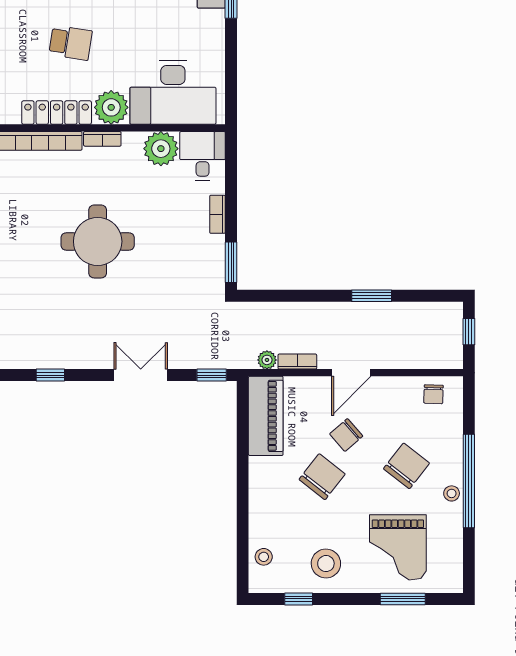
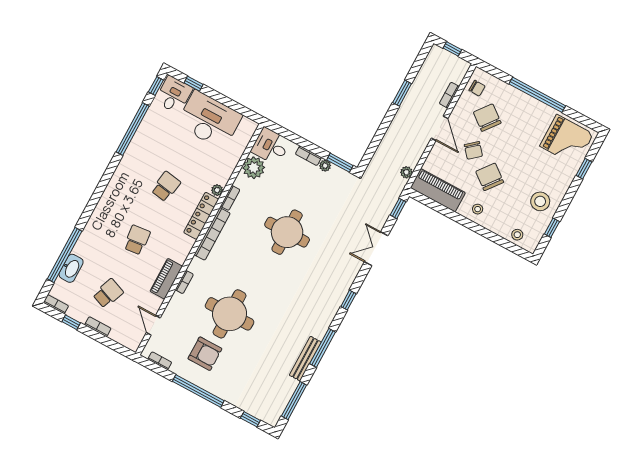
desk: (173, 92) -> (209, 120), moved, turned -90
plant: (111, 107) -> (217, 190), width x0.53, depth x0.53
plant: (216, 244) -> (325, 166), added
bookcase: (297, 362) -> (449, 95), moved
chair: (406, 466) -> (487, 118), moved
stool: (452, 493) -> (478, 209), moved
grand piano: (398, 547) -> (567, 140), moved
window: (403, 599) -> (584, 169), width x0.67

